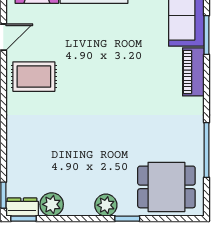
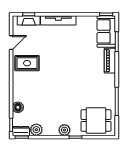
floor lamp: (16, 162) -> (18, 107), added

